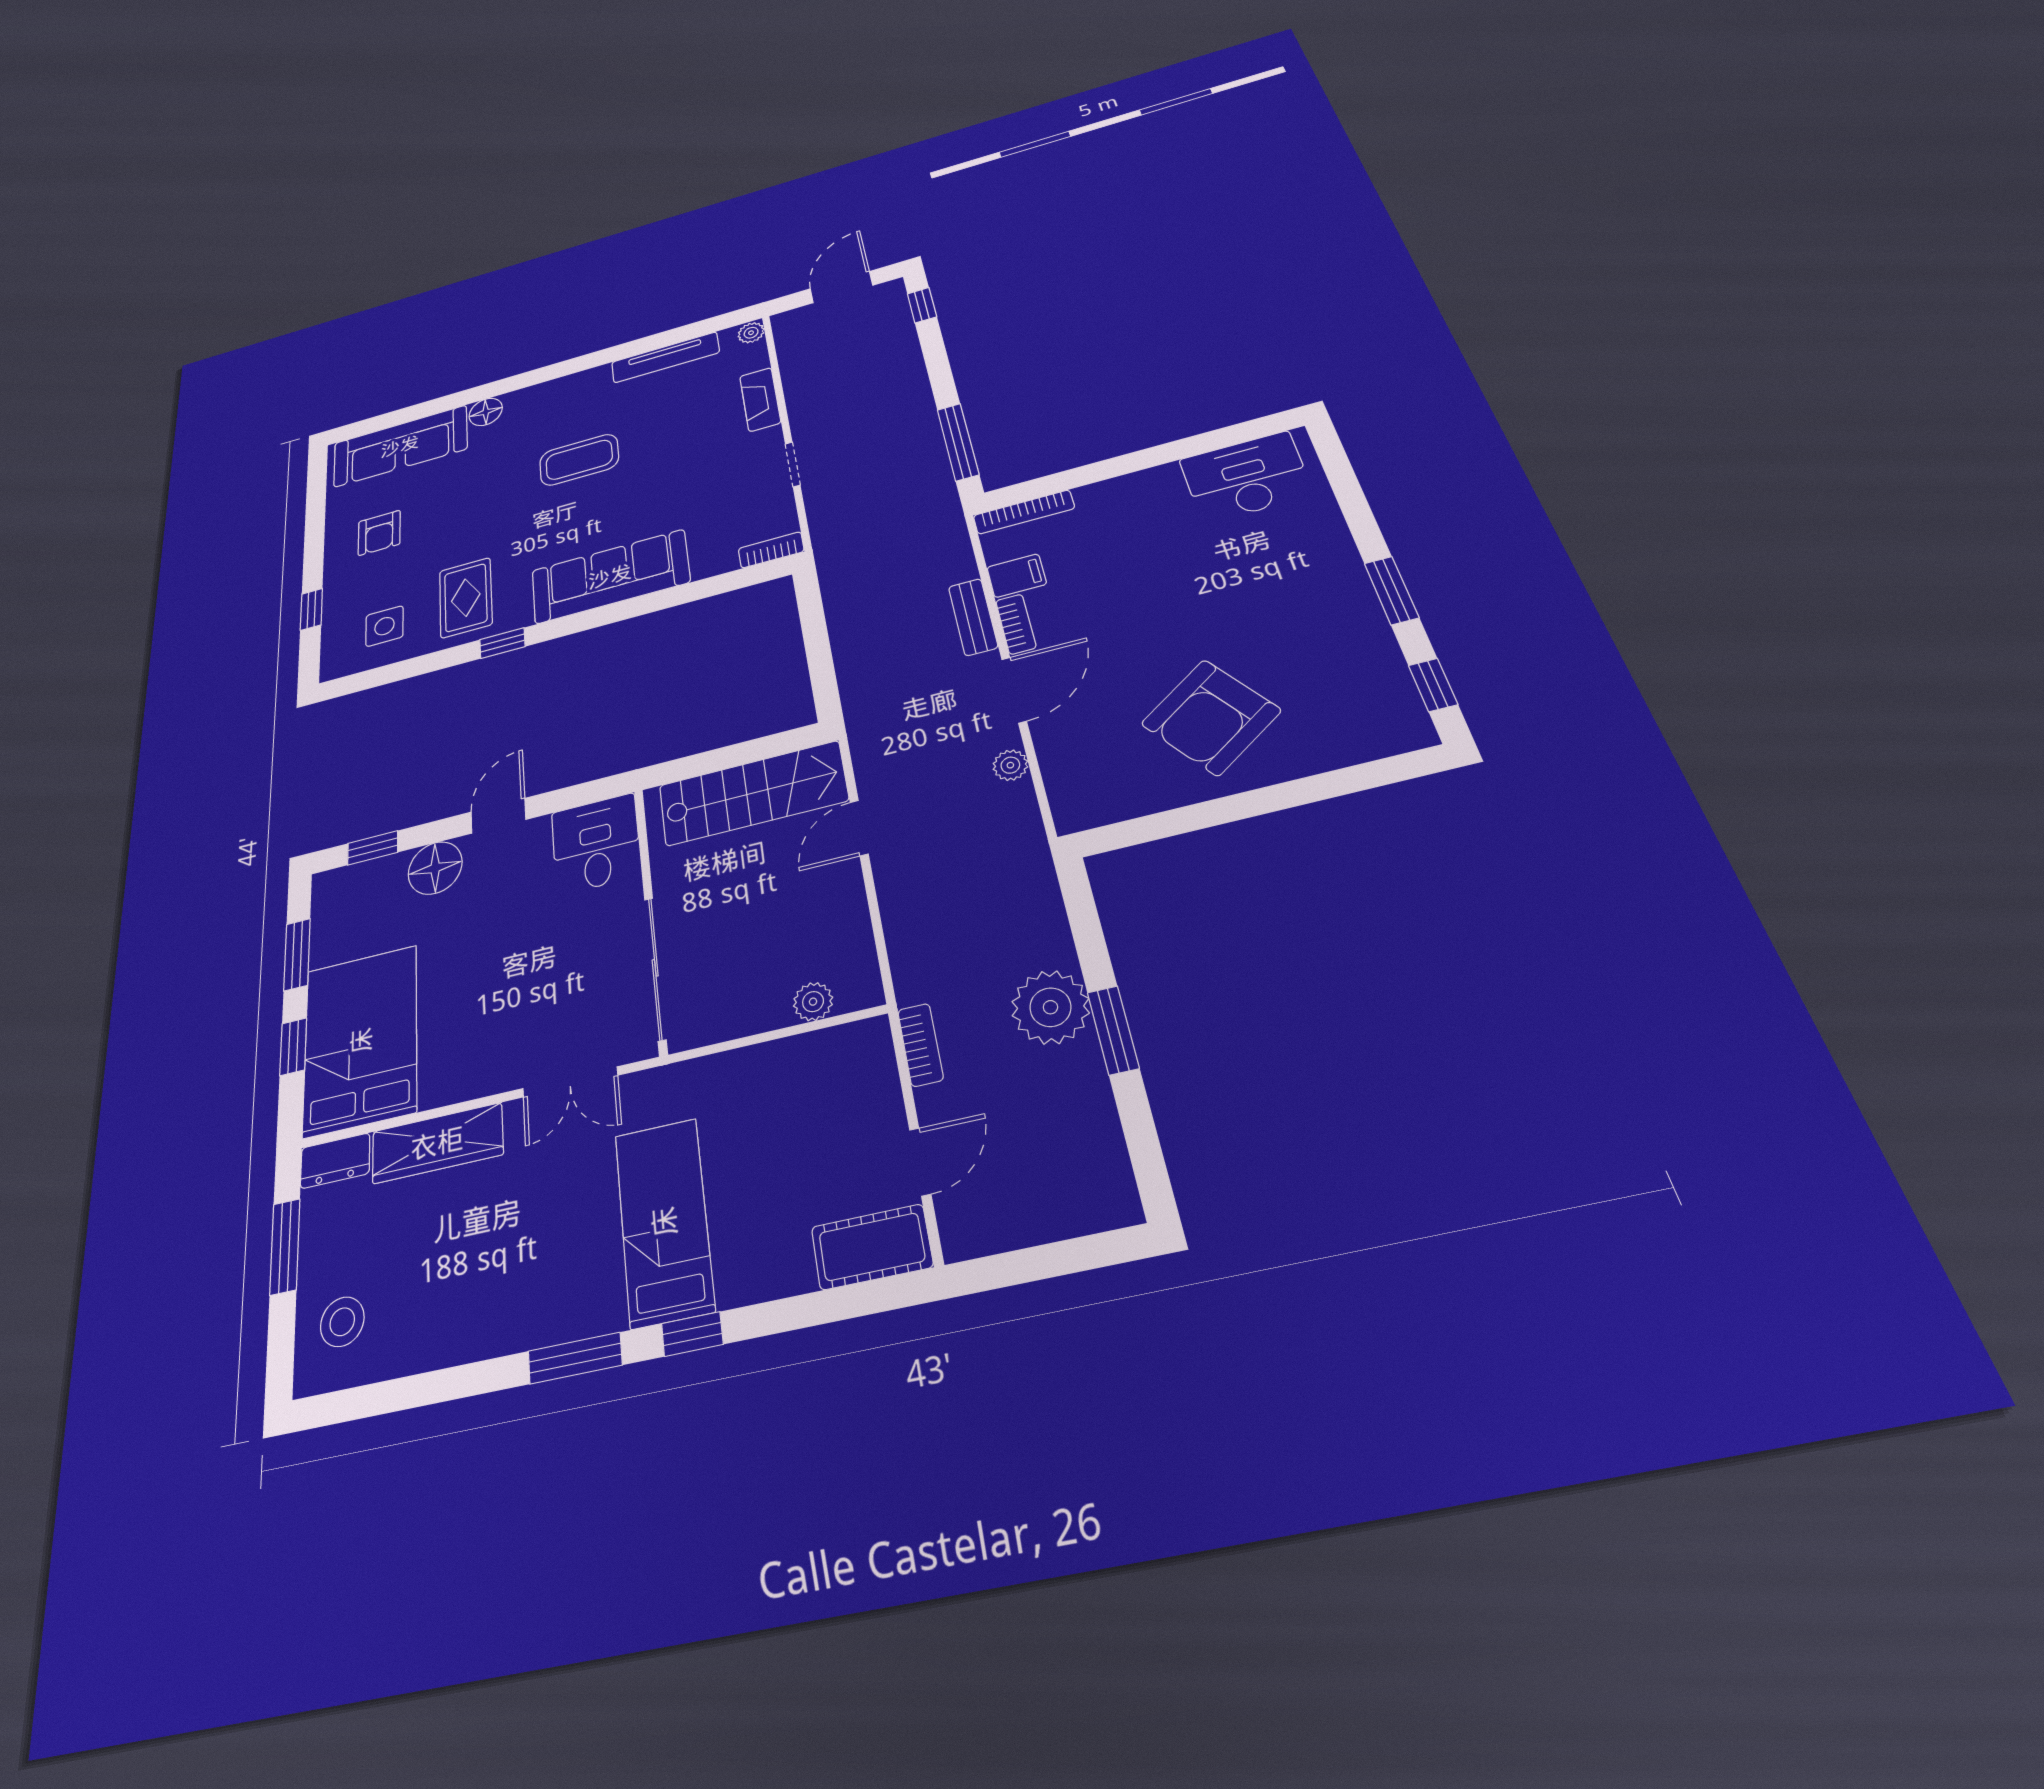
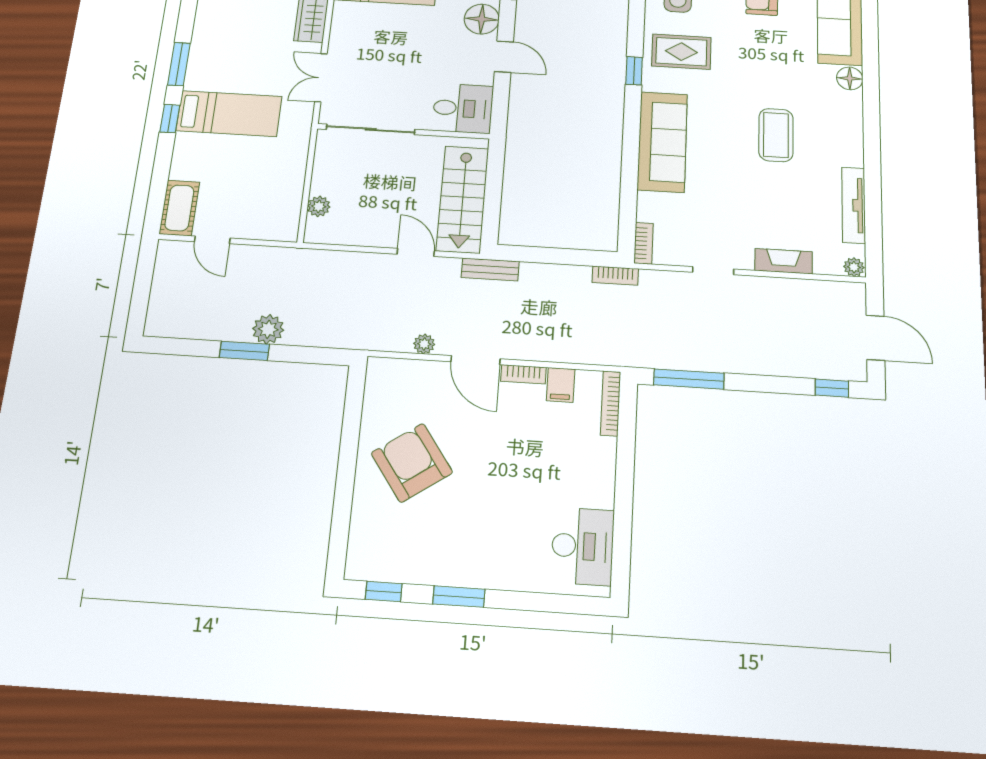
bench: (973, 617) -> (490, 269), moved
plant: (1050, 1007) -> (268, 329), width x0.73, depth x0.73
bookcase: (920, 1045) -> (615, 276), moved

